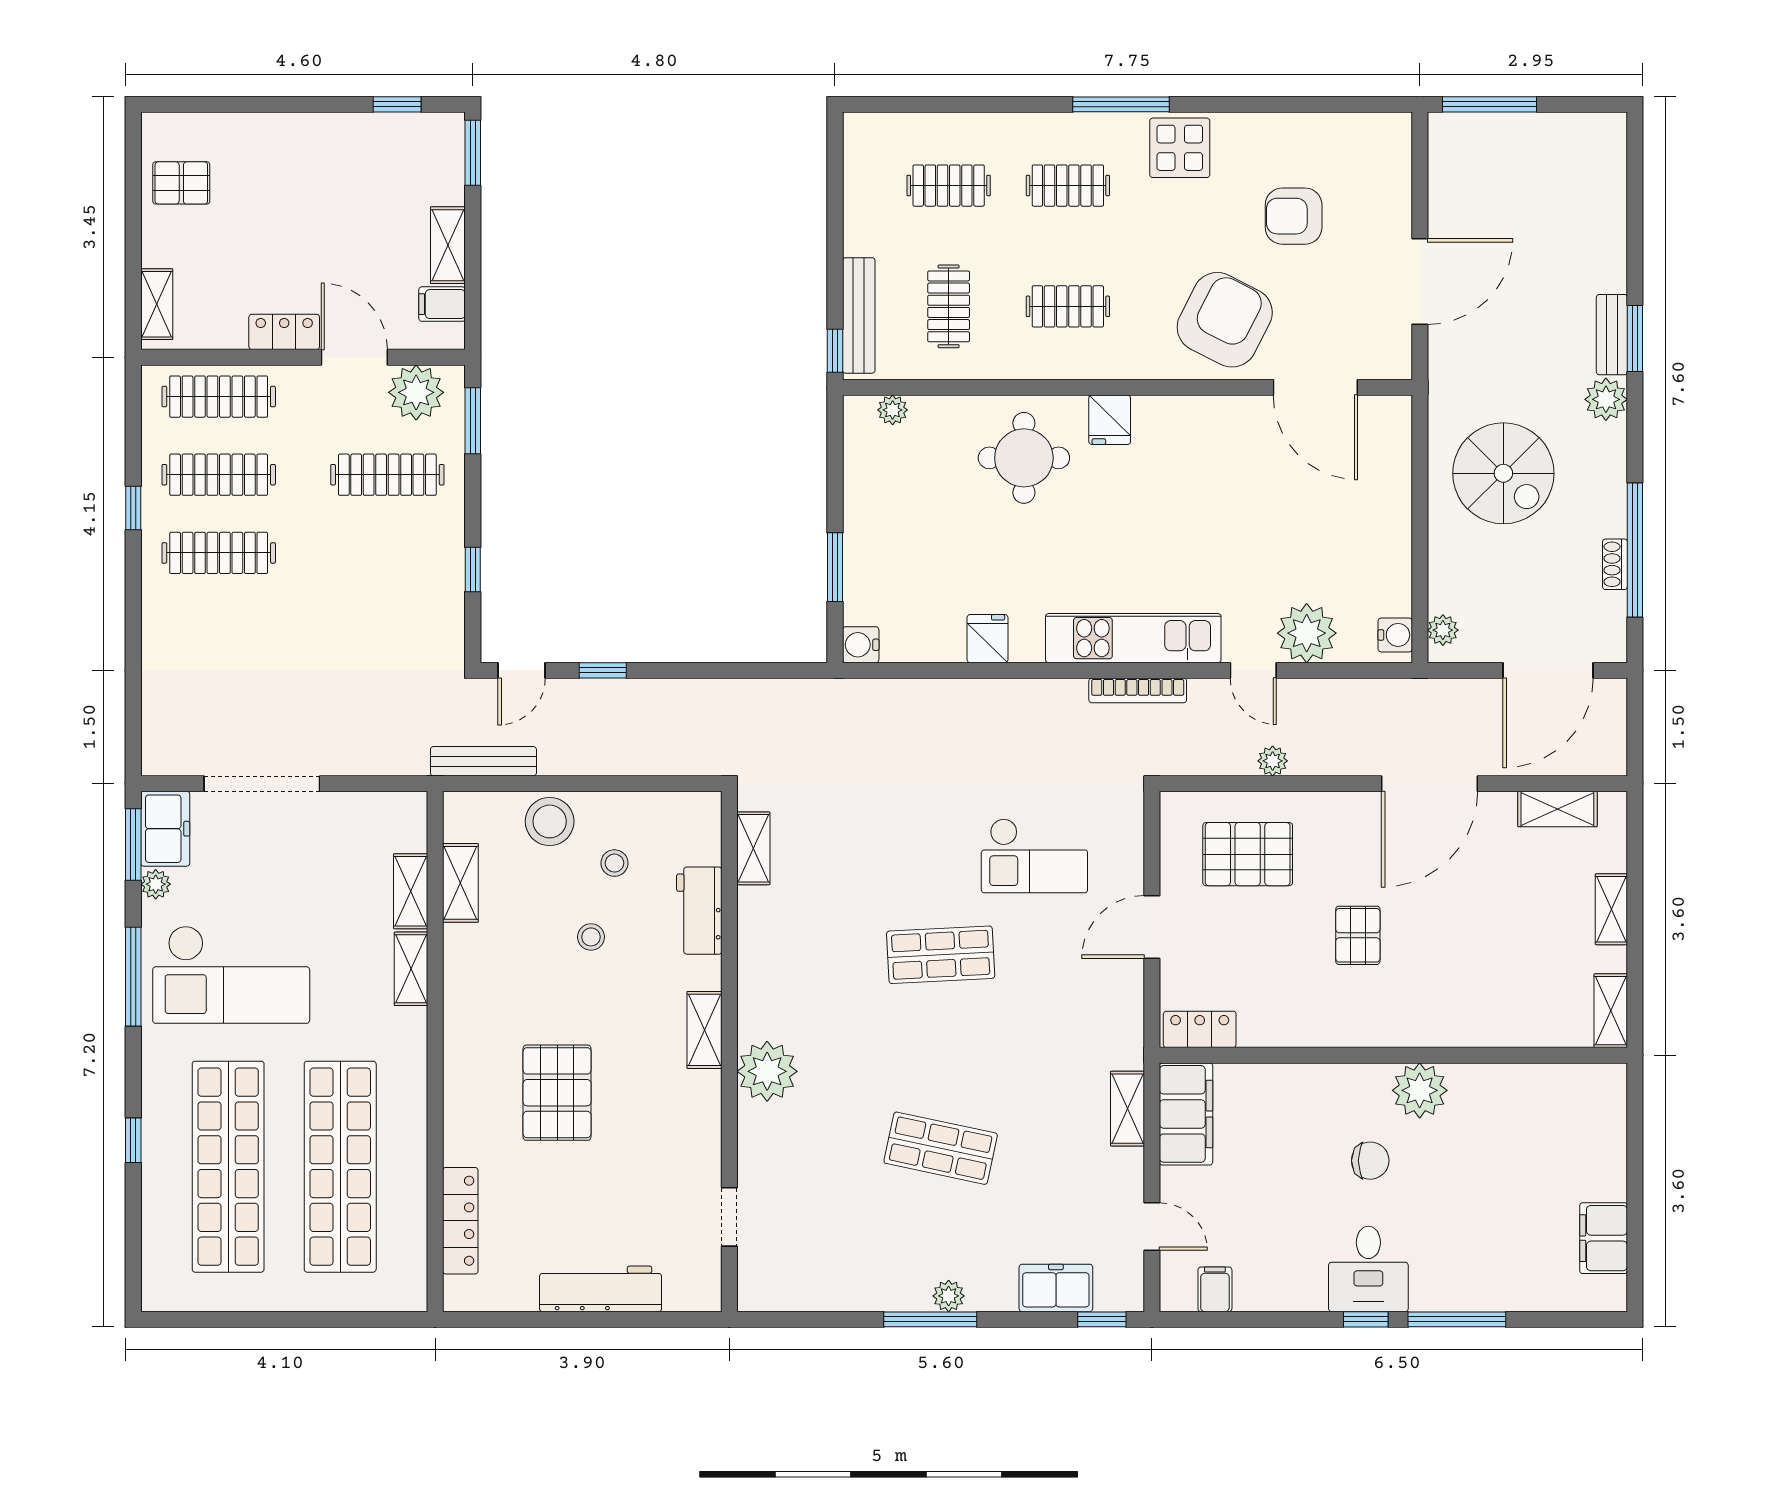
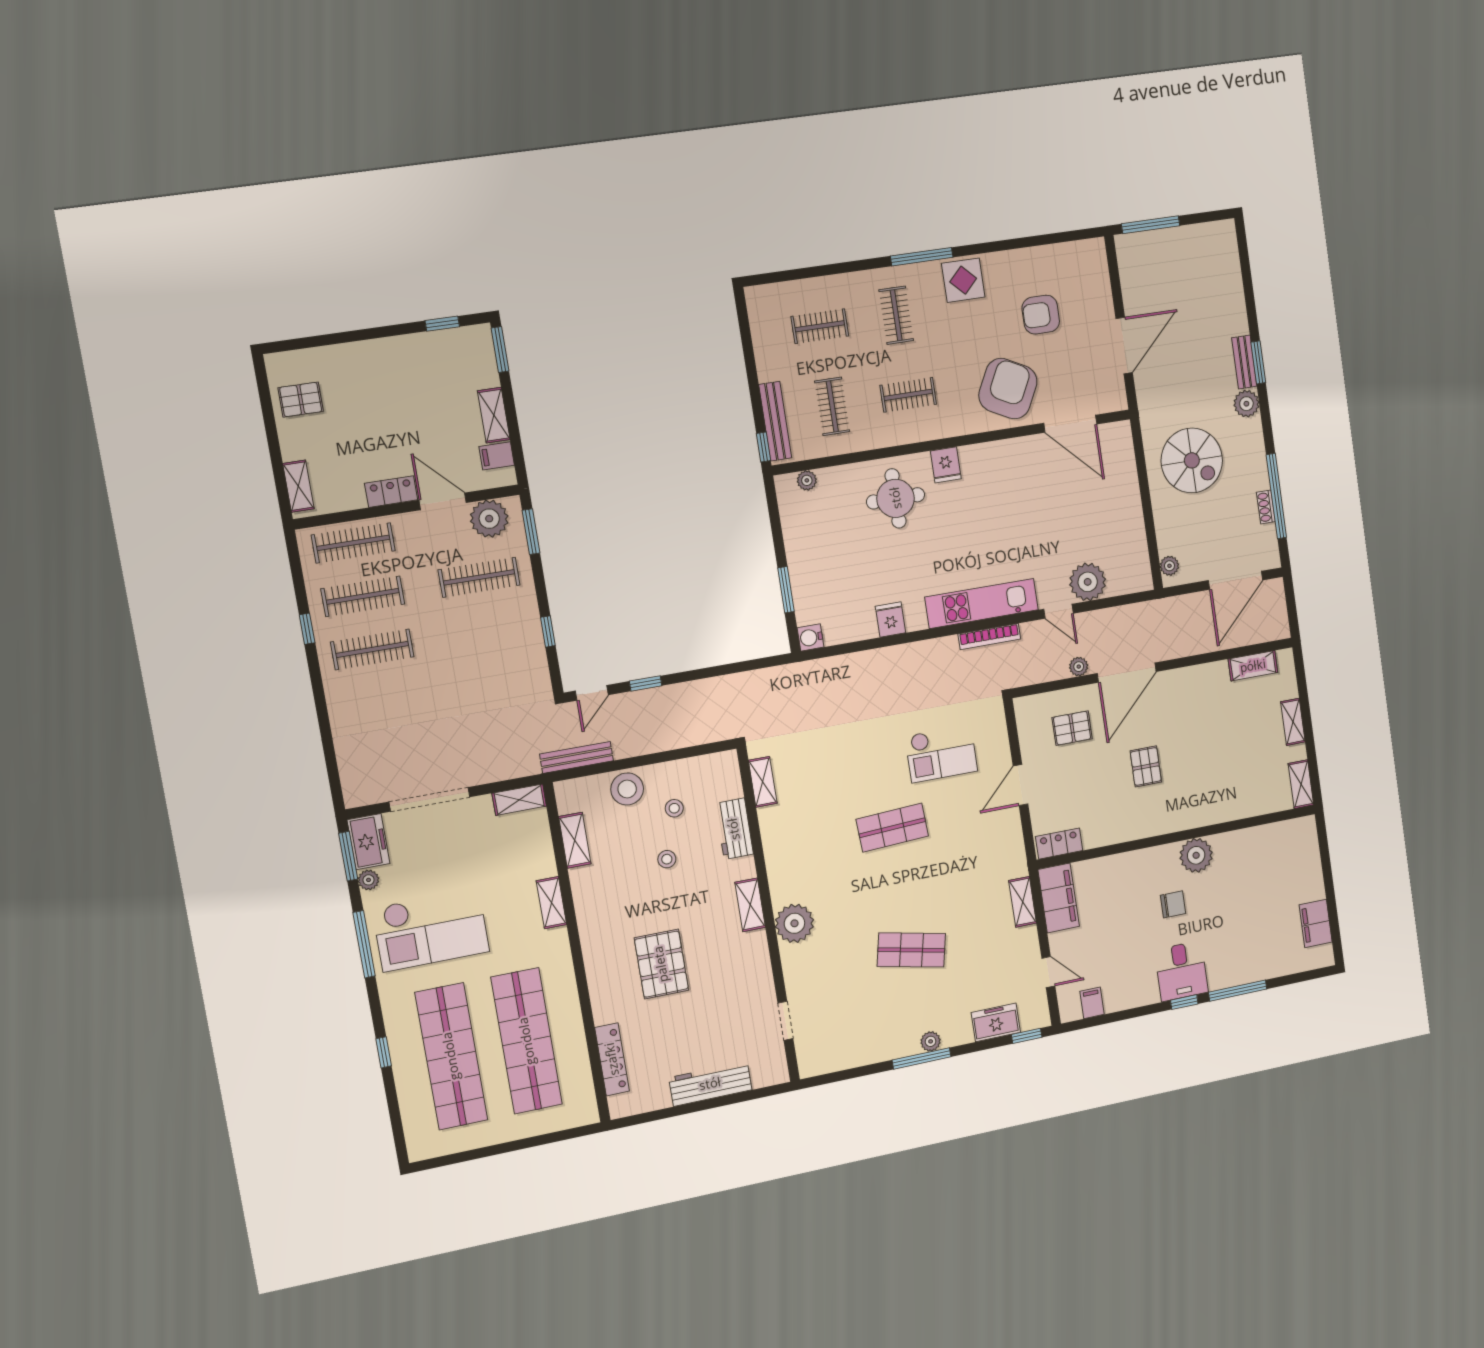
clothes rail: (1068, 186) -> (896, 315), turned 90
water cooler: (1395, 635) -> (1141, 574), removed
door: (1430, 784) -> (1127, 673), moved
pallet: (1248, 854) -> (1072, 728), width x0.67, depth x0.71
shelving: (411, 891) -> (519, 800), moved, turned 90

